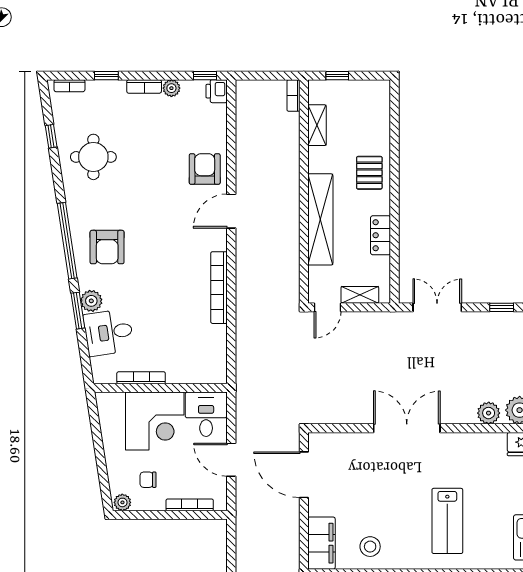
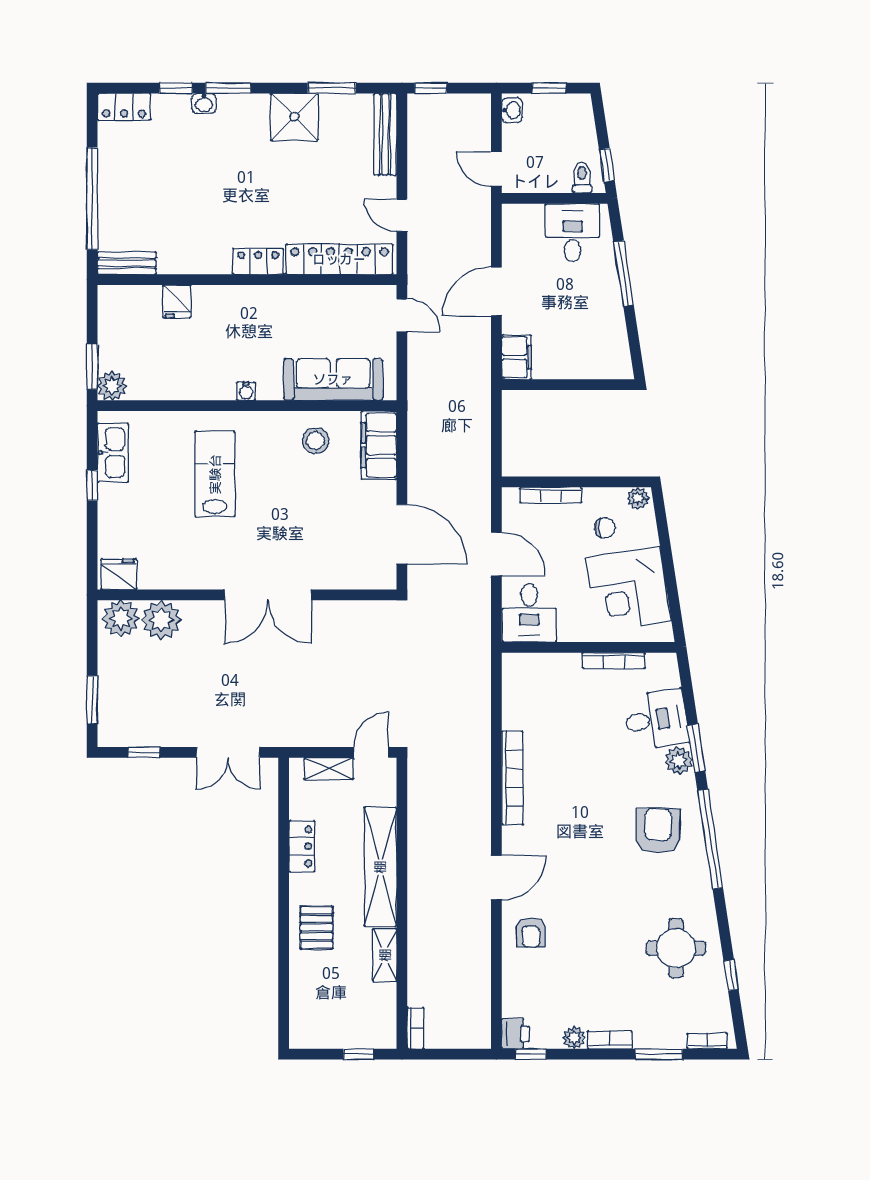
window: (106, 76) -> (659, 1054), width x1.50
shelving: (317, 125) -> (385, 955), moved
armchair: (205, 169) -> (531, 932), width x0.72, depth x0.72
plant: (489, 413) -> (161, 620), width x1.36, depth x1.36
corner desk: (155, 421) -> (628, 589), moved, turned -99

